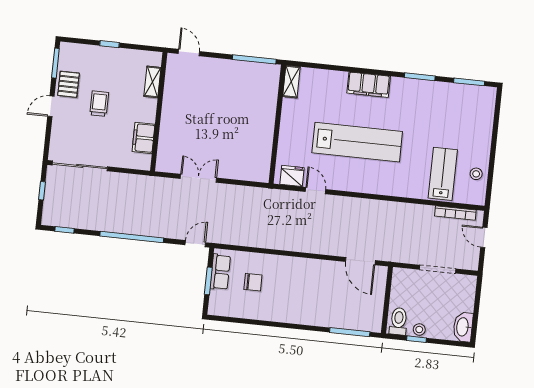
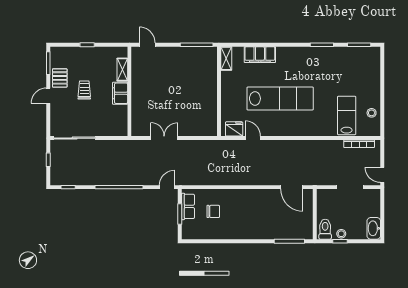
filing cabinet: (369, 85) -> (260, 55), moved
filing cabinet: (144, 138) -> (120, 93), moved
door: (484, 237) -> (382, 175), moved

